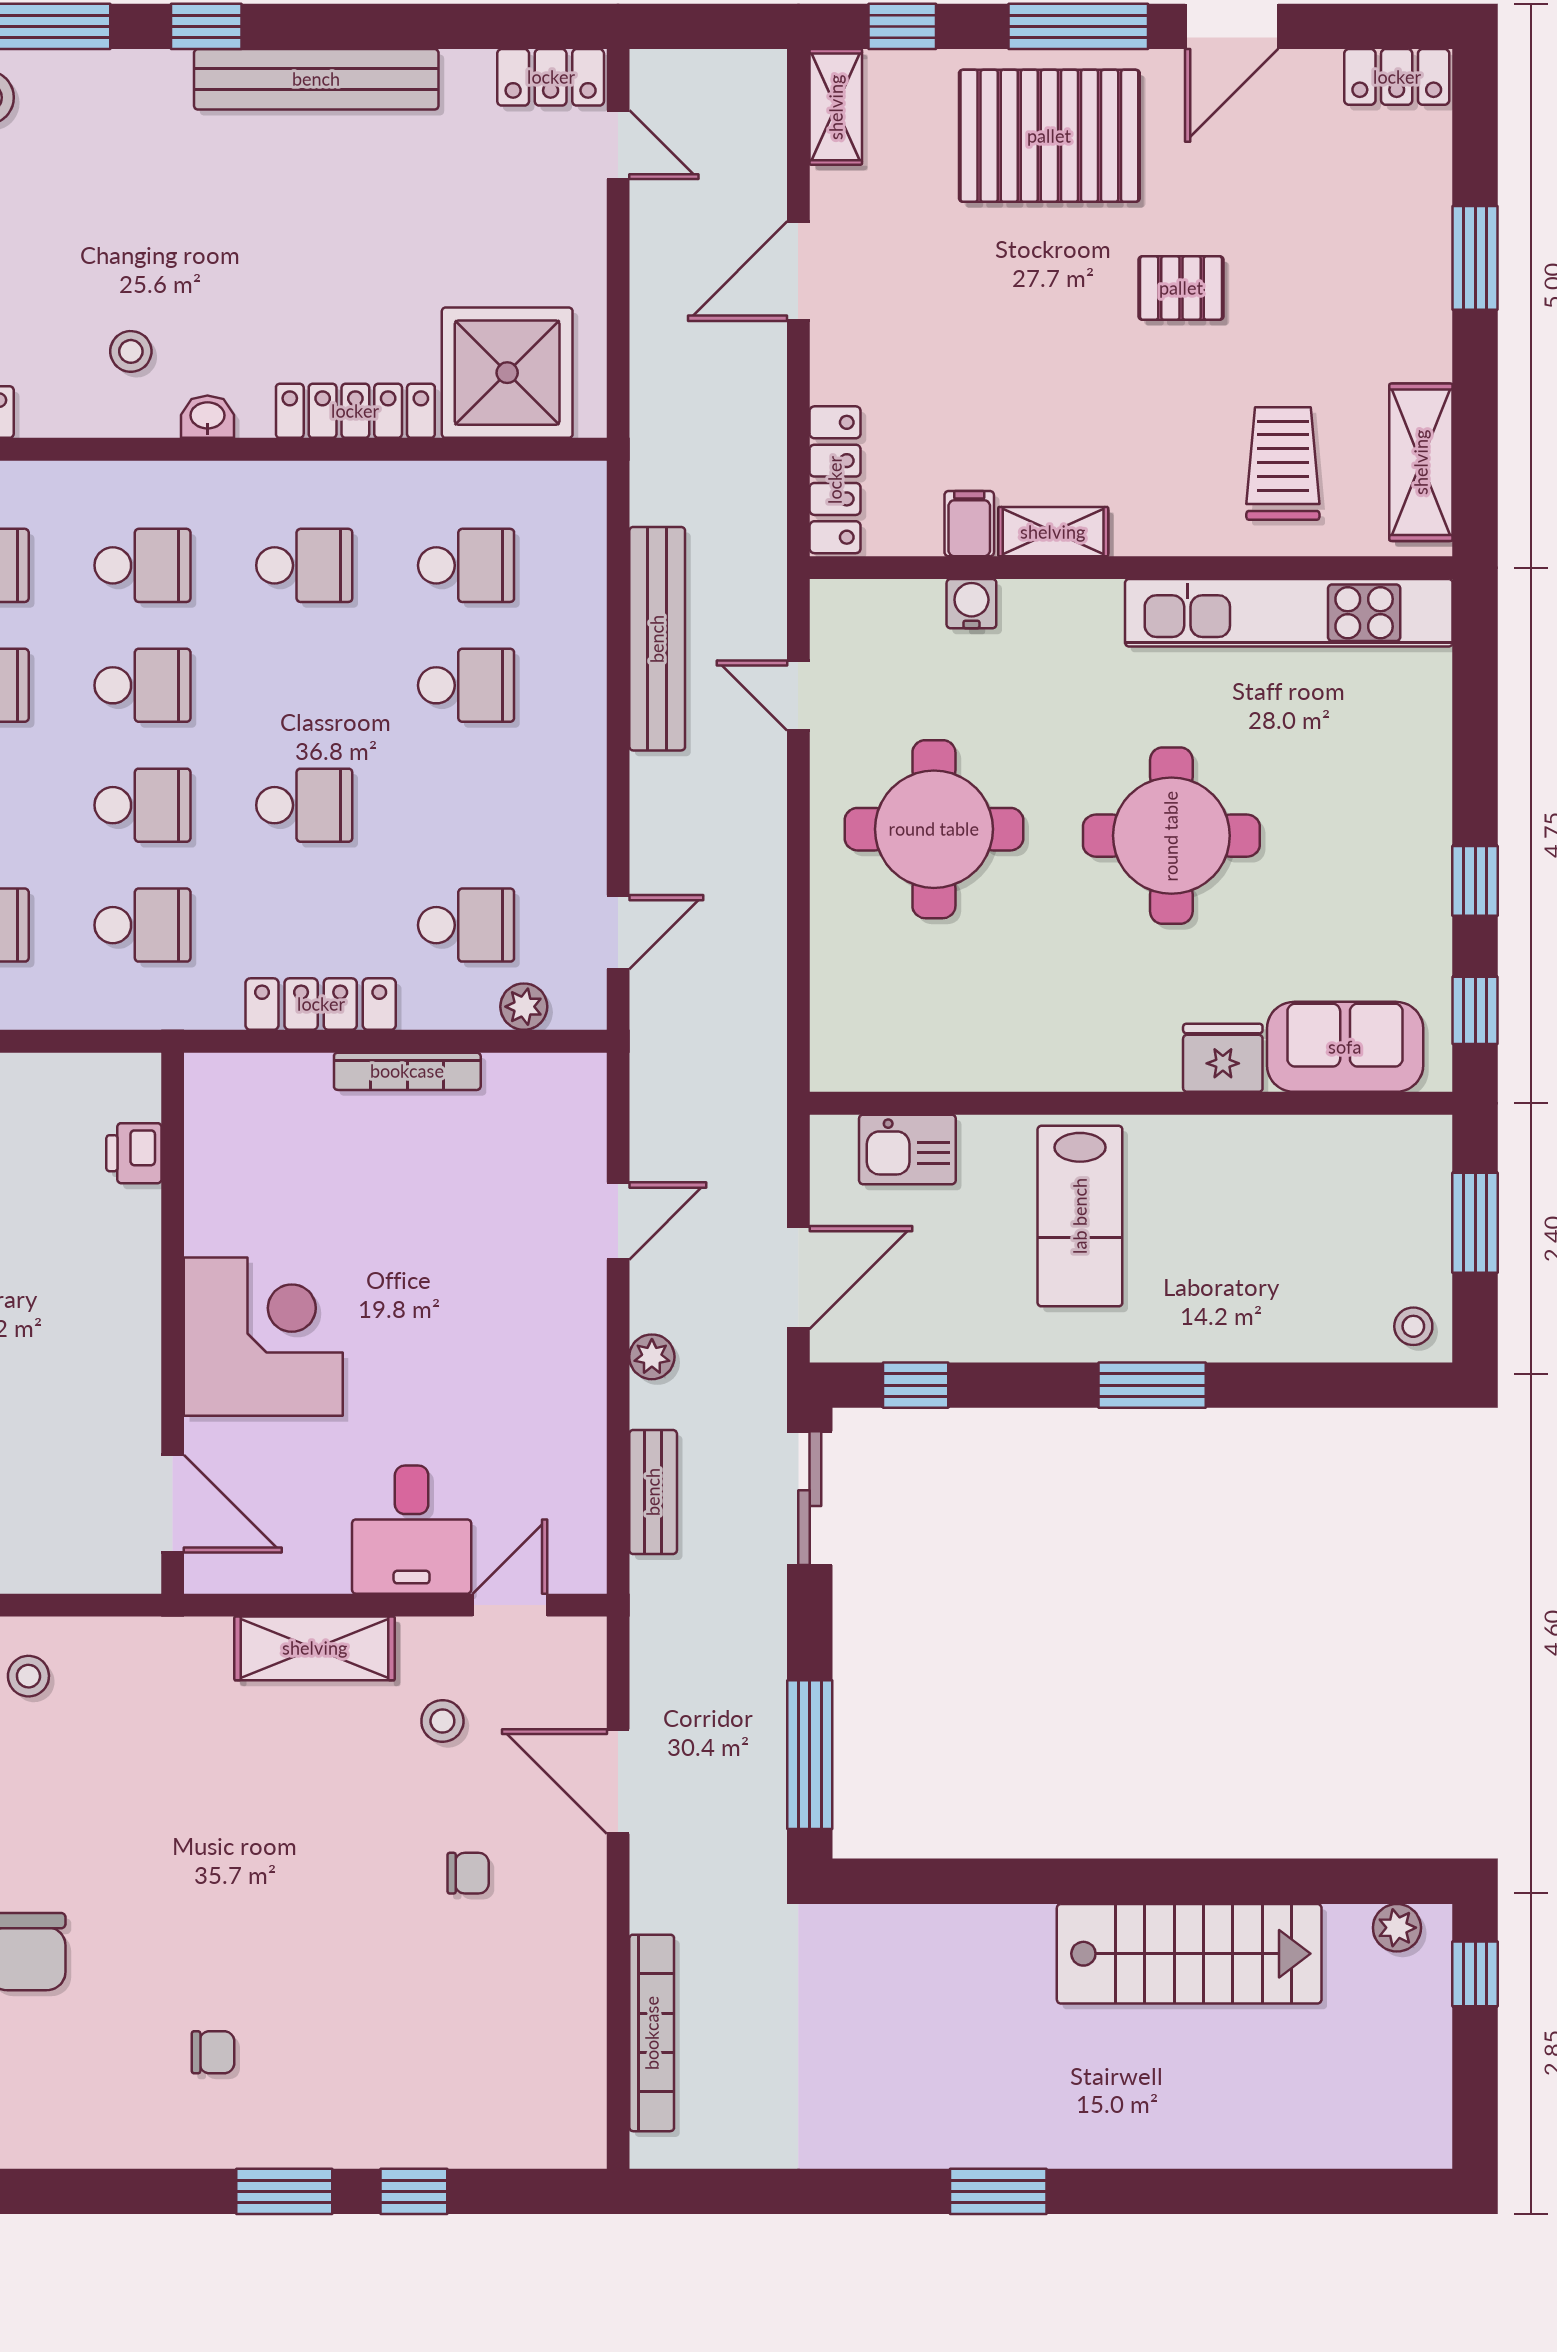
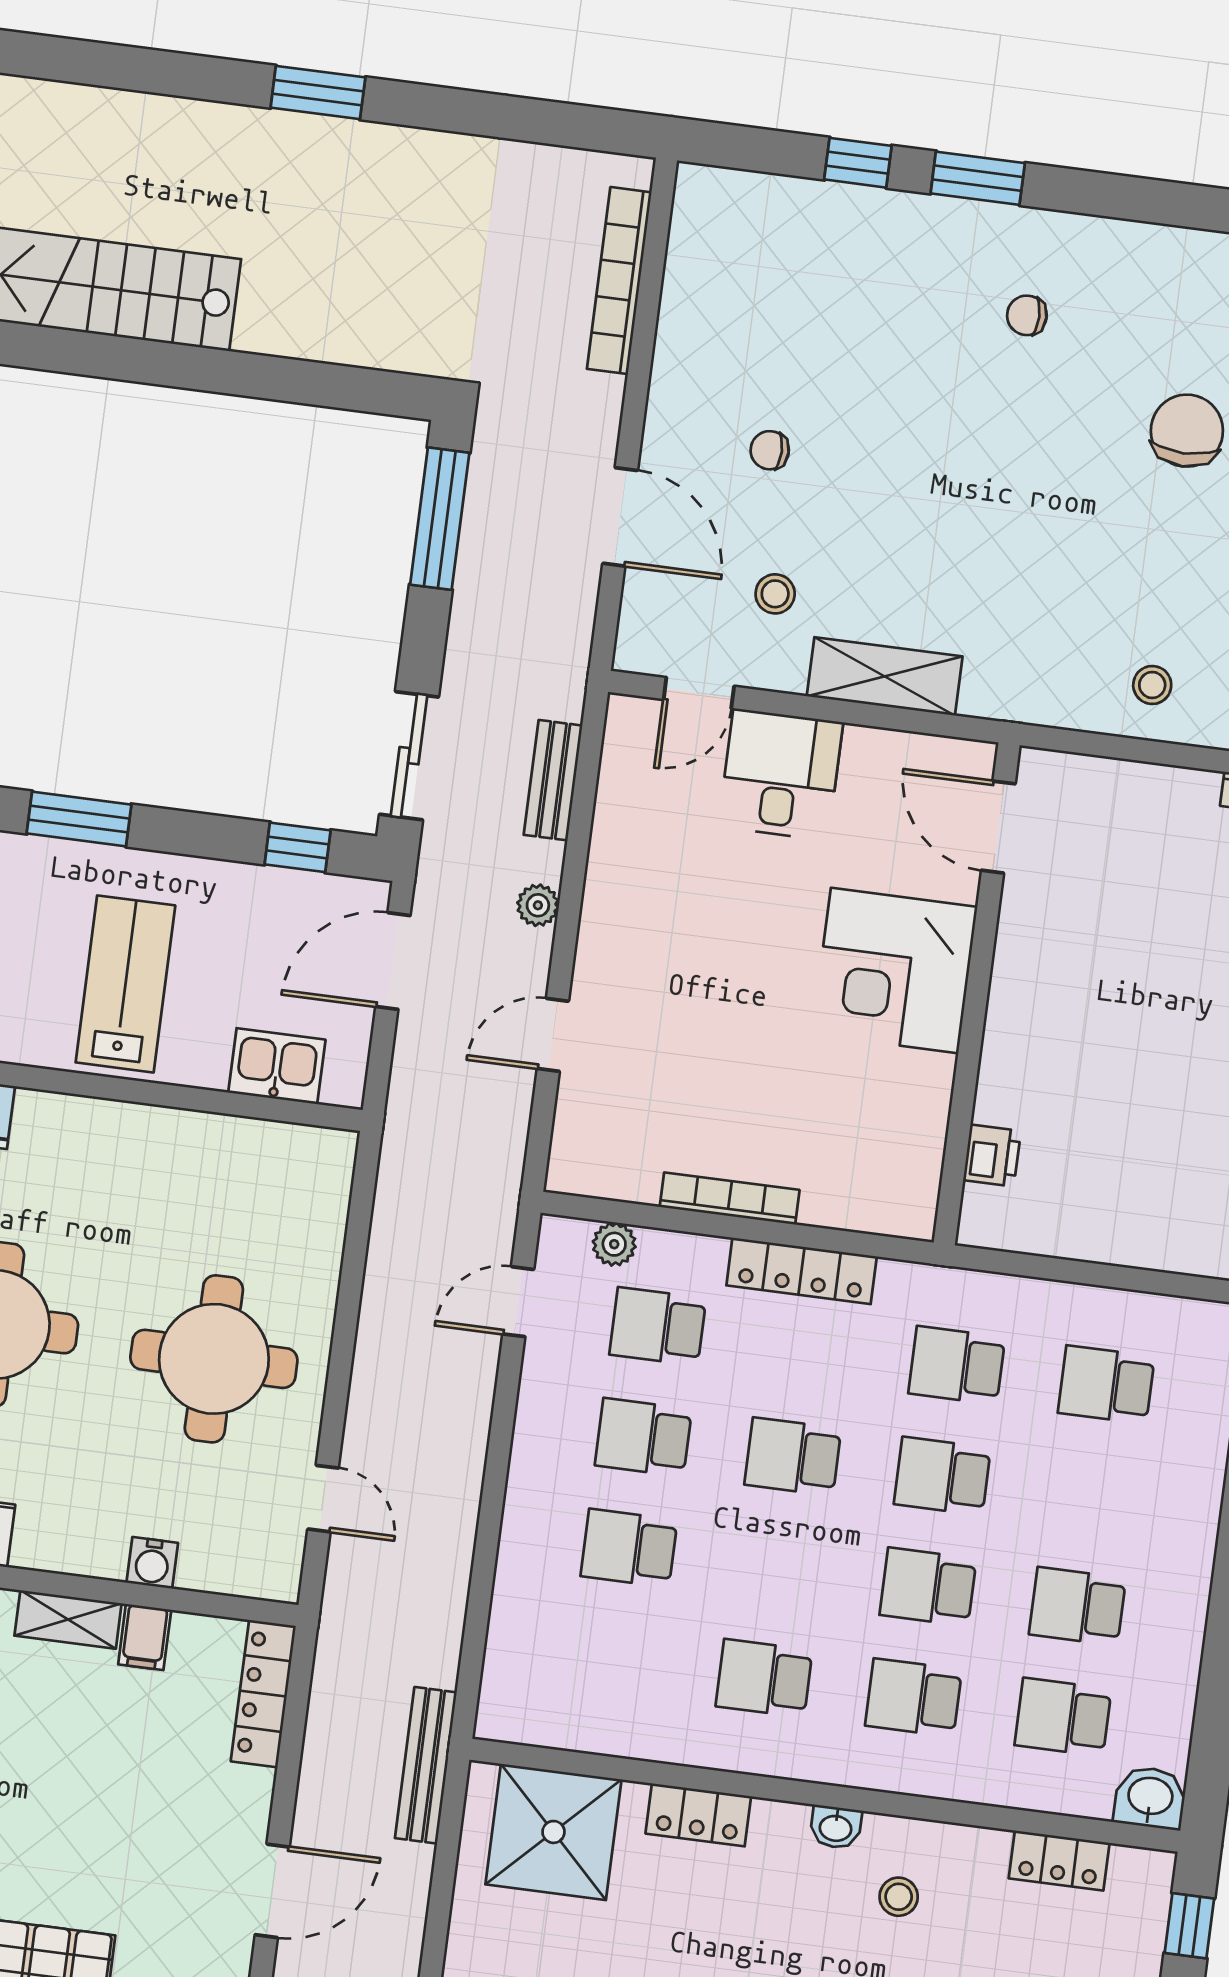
locker: (355, 411) -> (698, 1815), width x0.66
school desk: (466, 565) -> (643, 1437), moved
bench: (657, 639) -> (426, 1765), moved, width x0.73, depth x0.82

